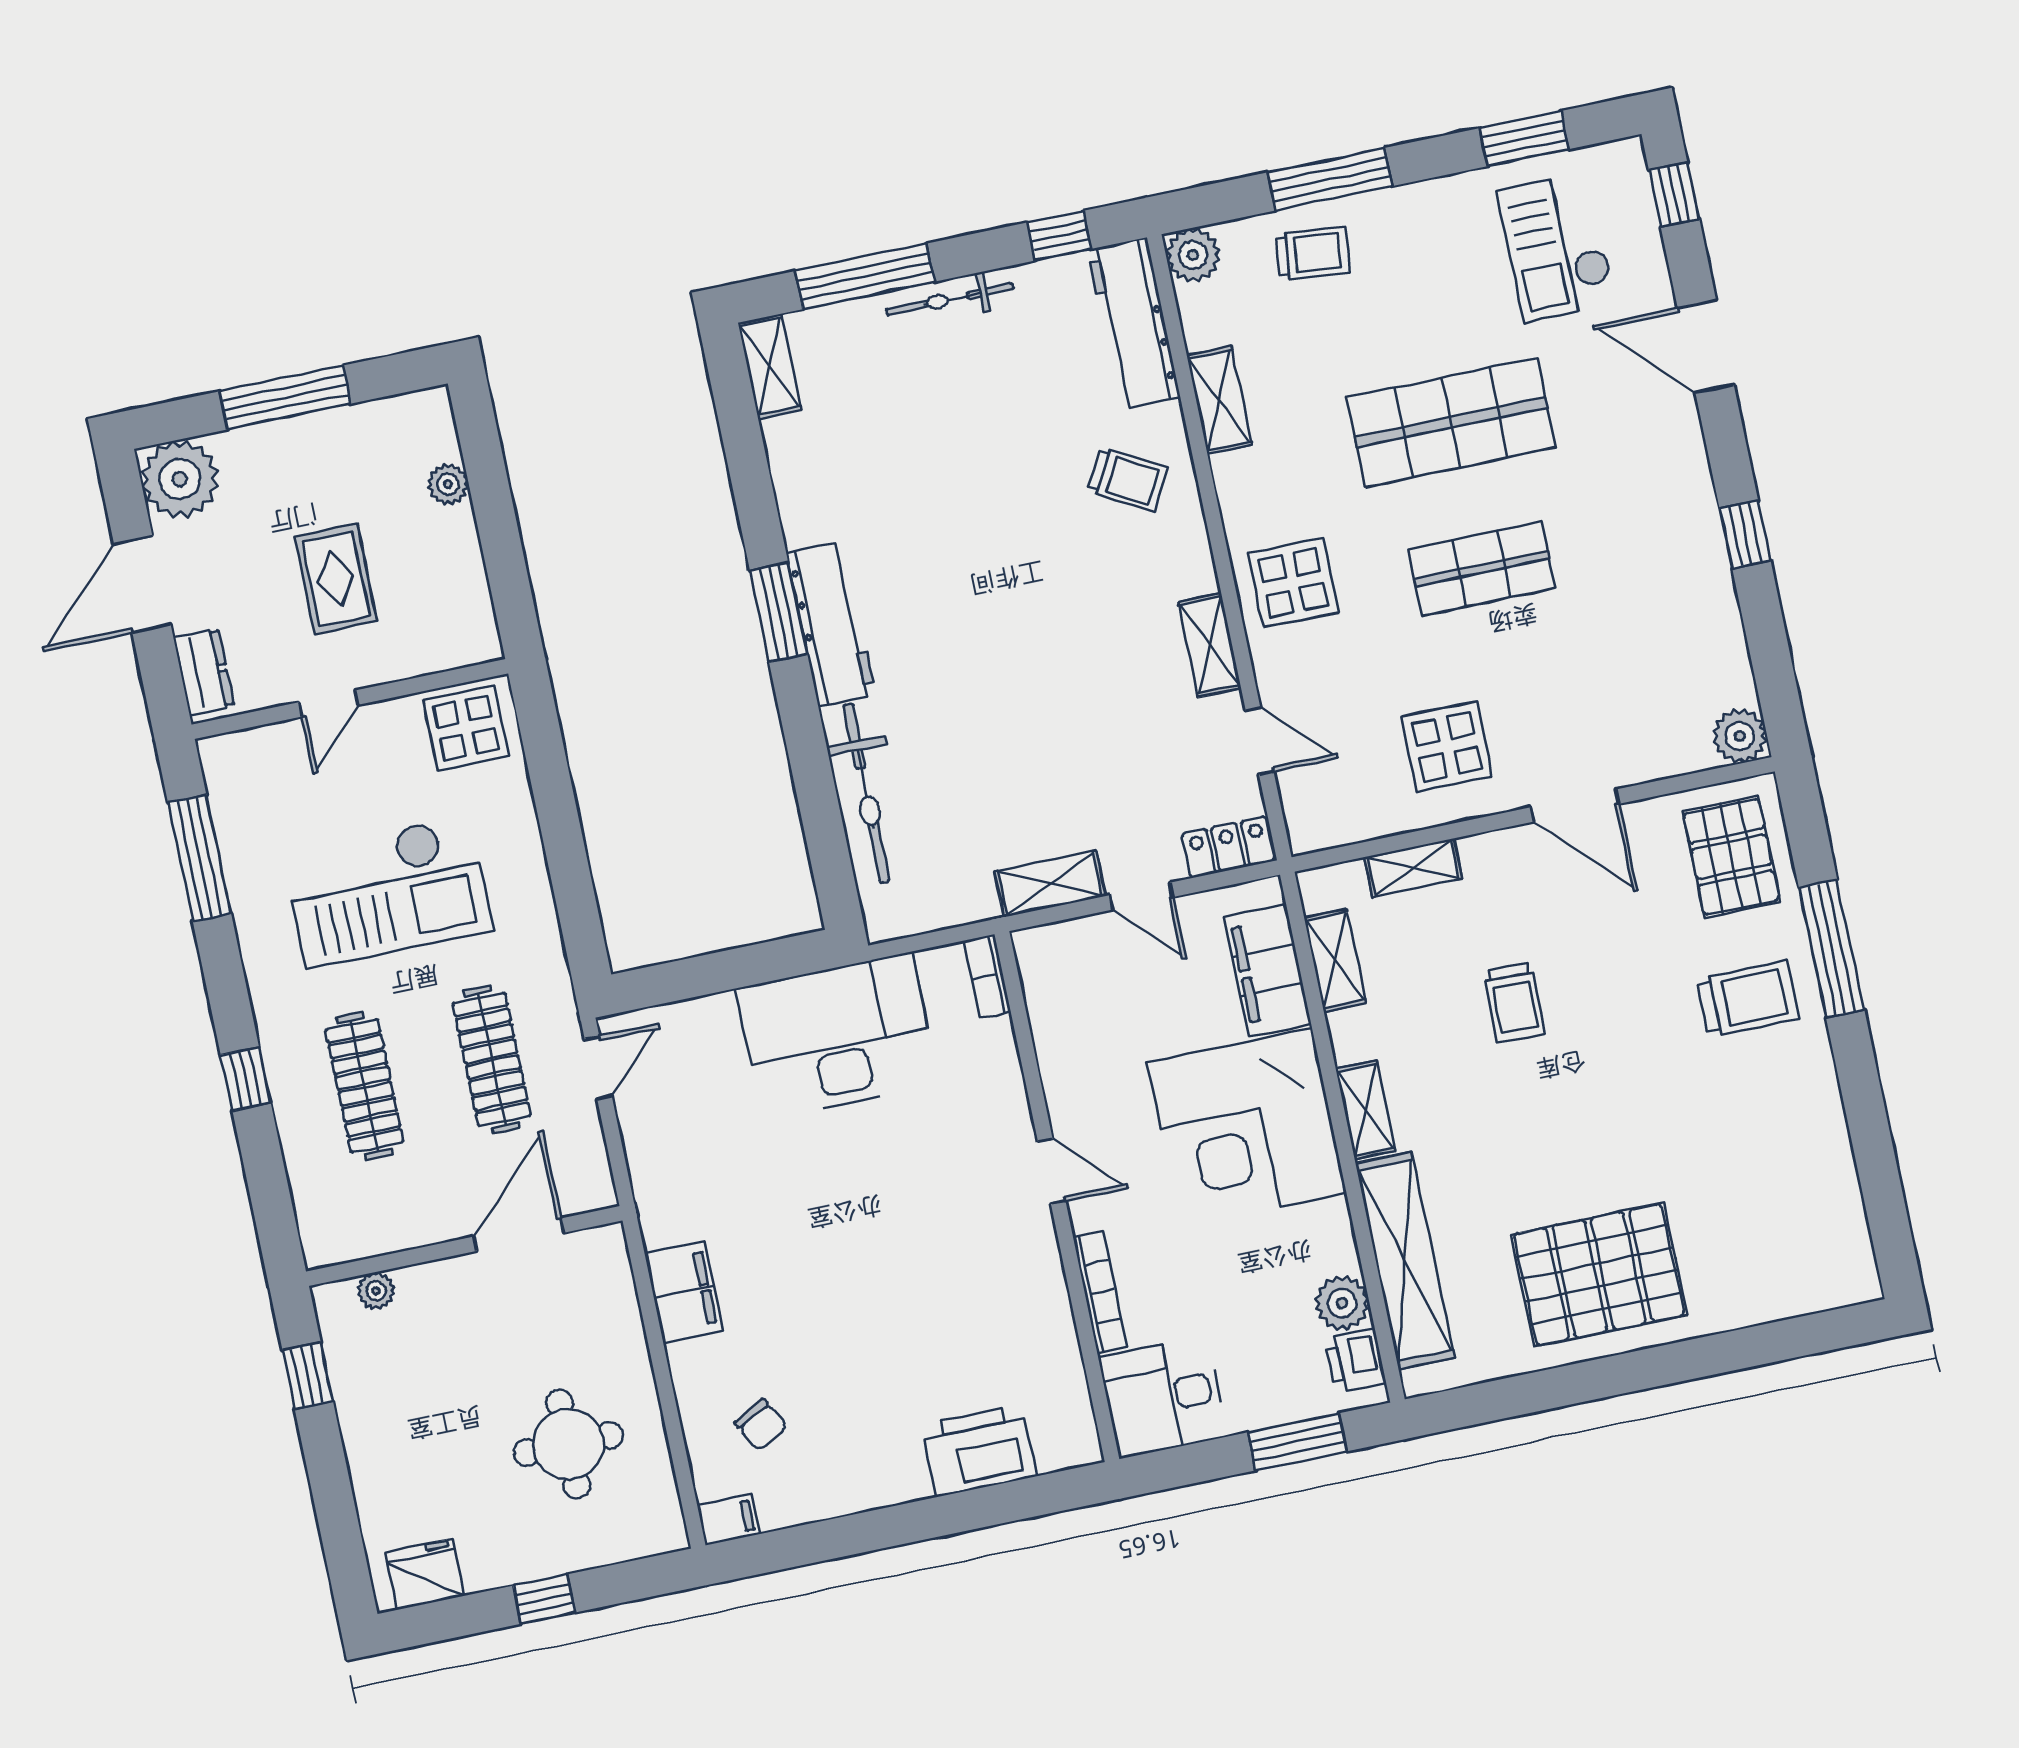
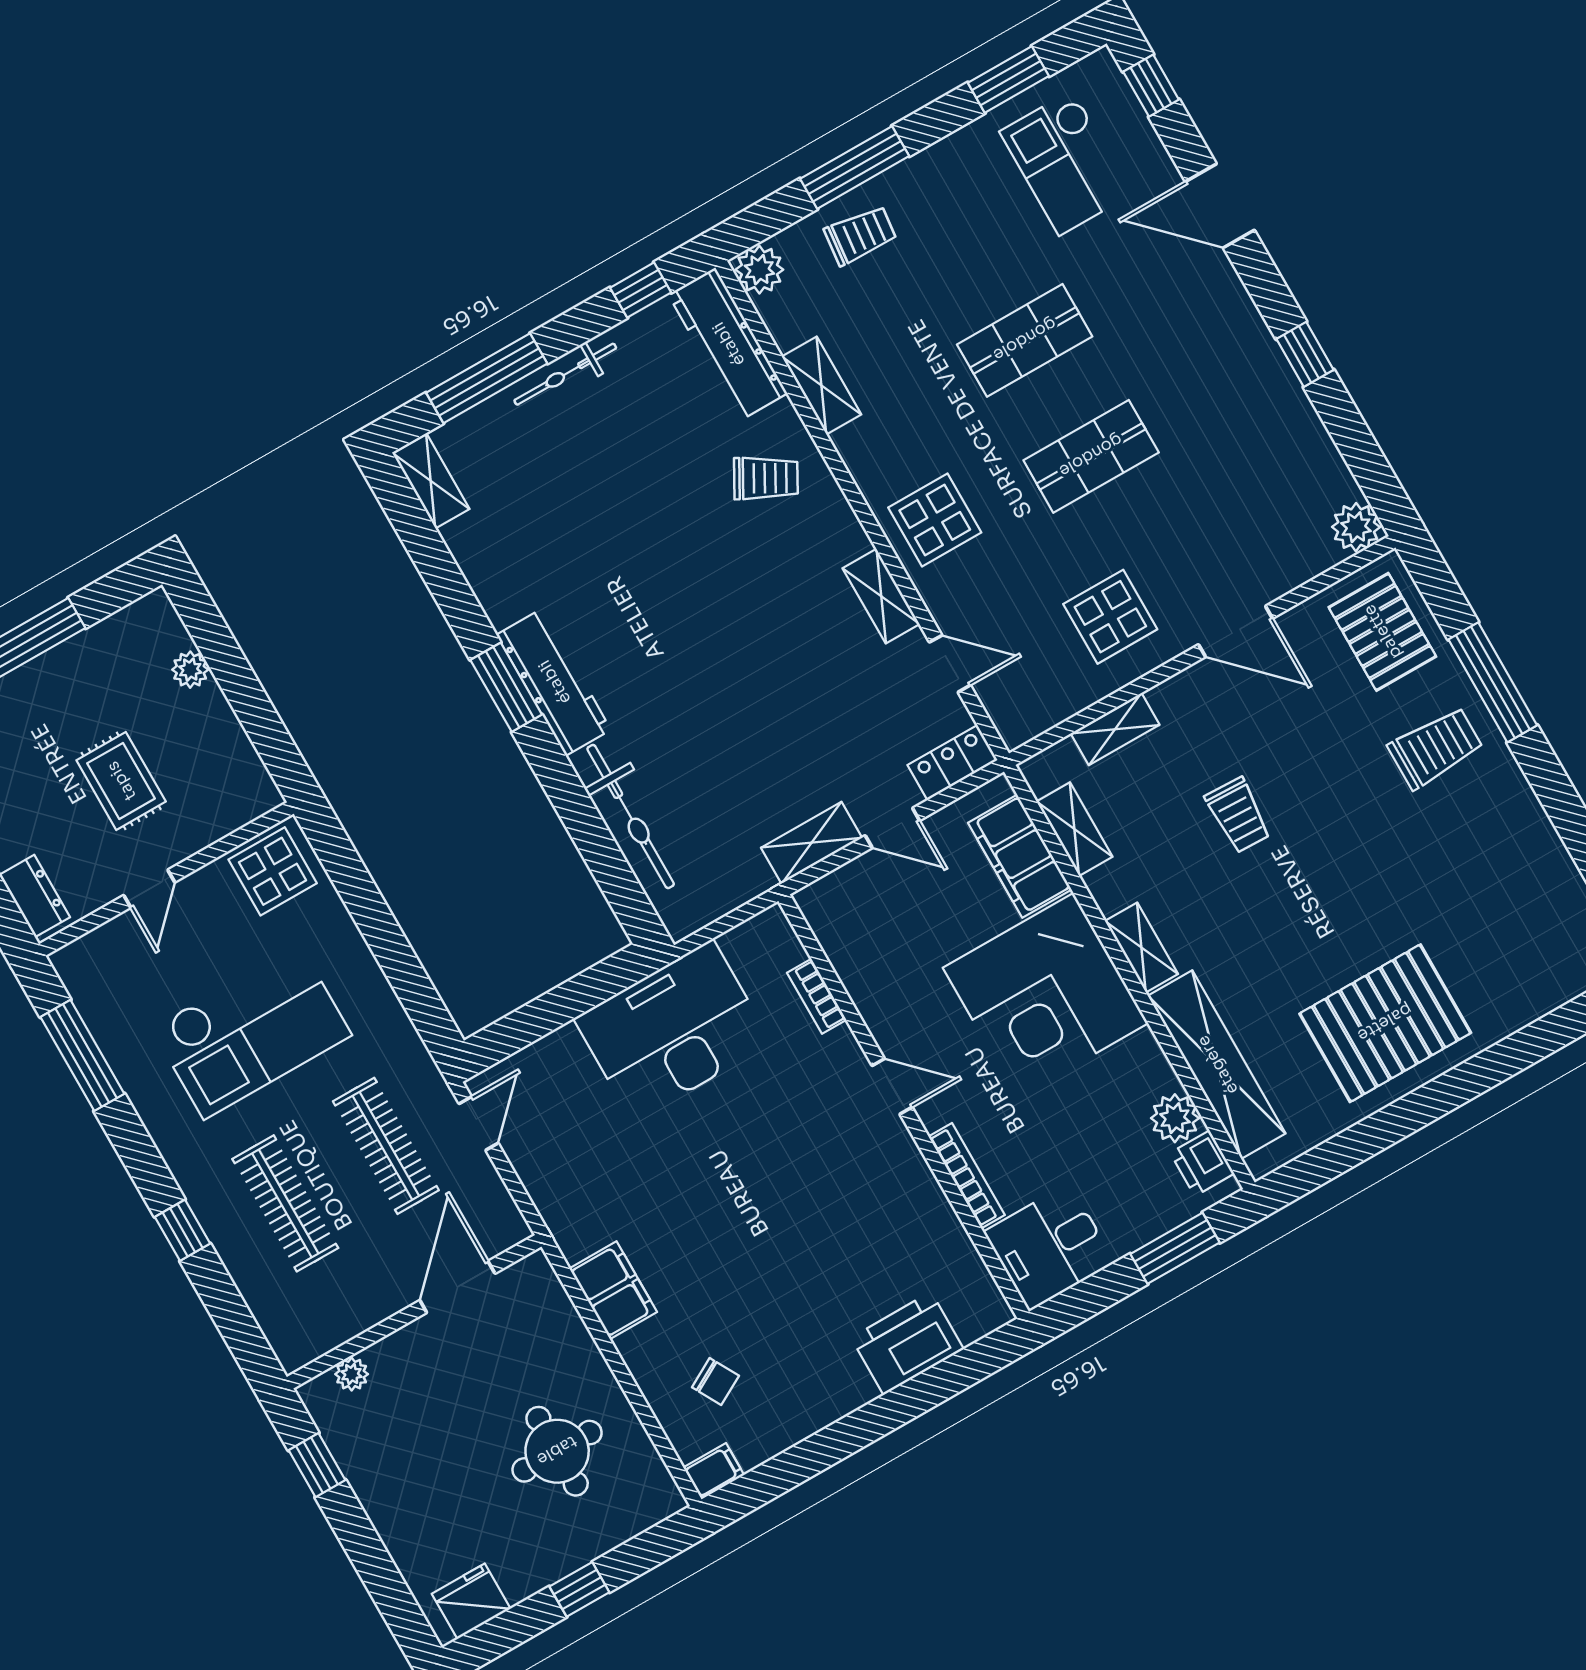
shop shelf: (1451, 422) -> (1025, 340), width x0.70, depth x0.74
bookcase: (987, 976) -> (817, 996), moved

